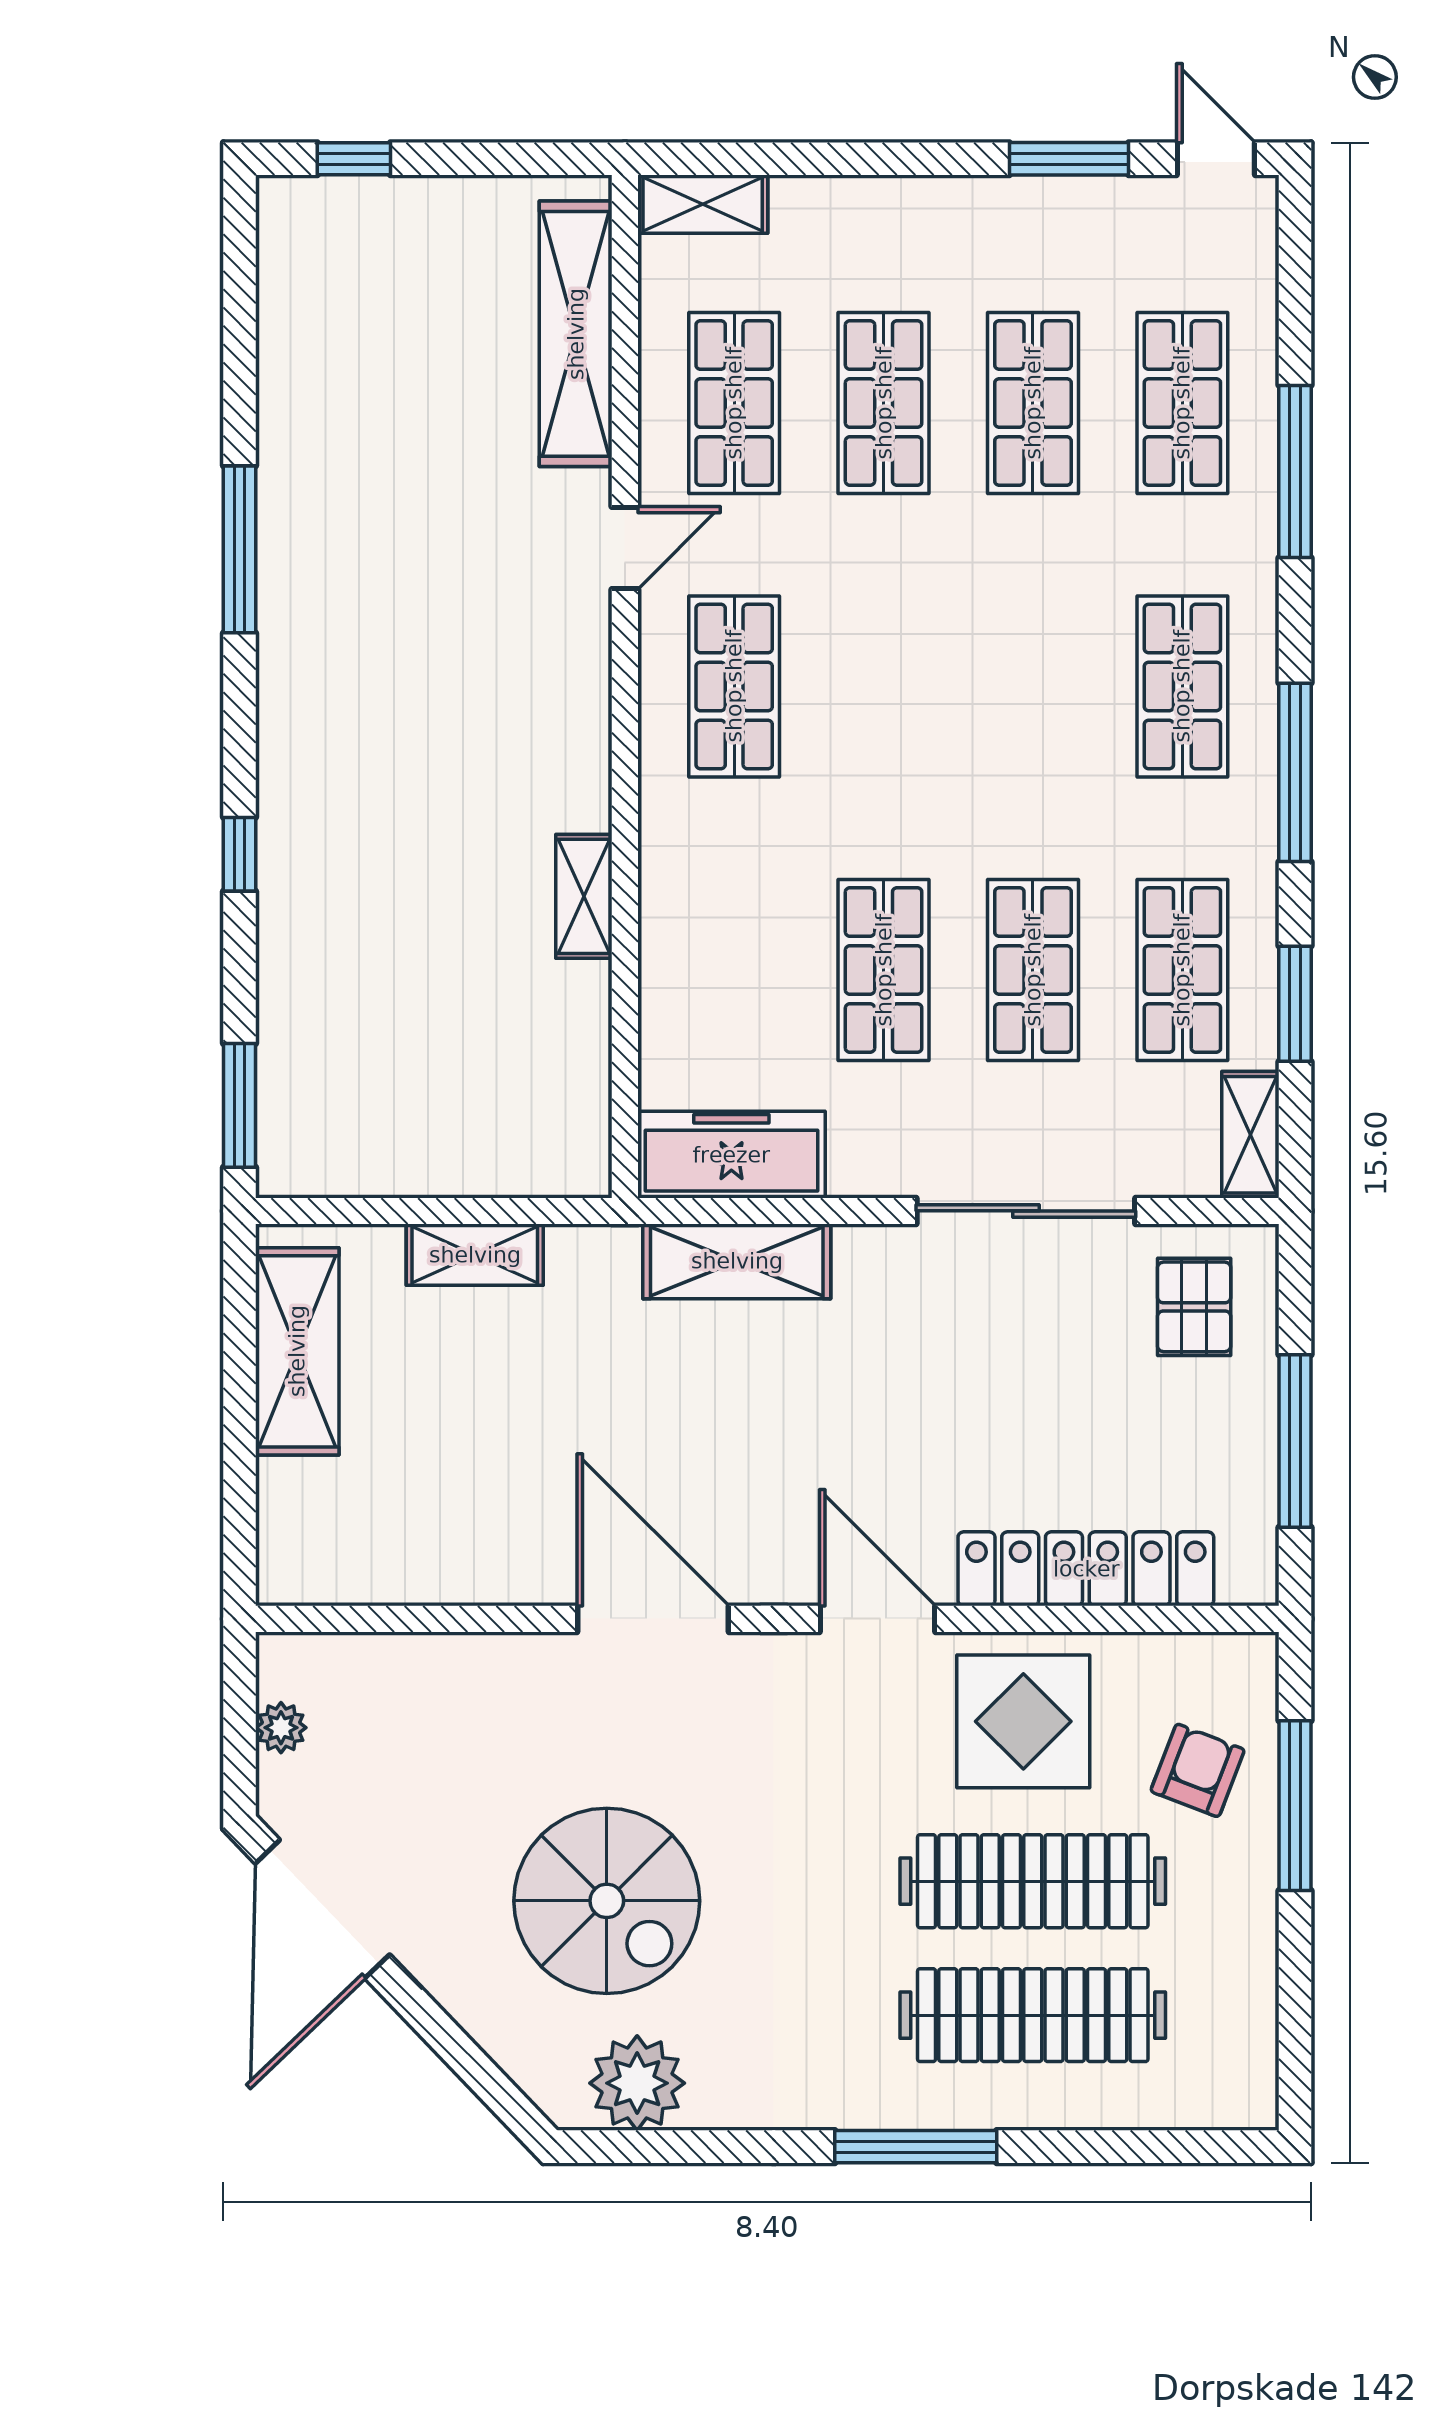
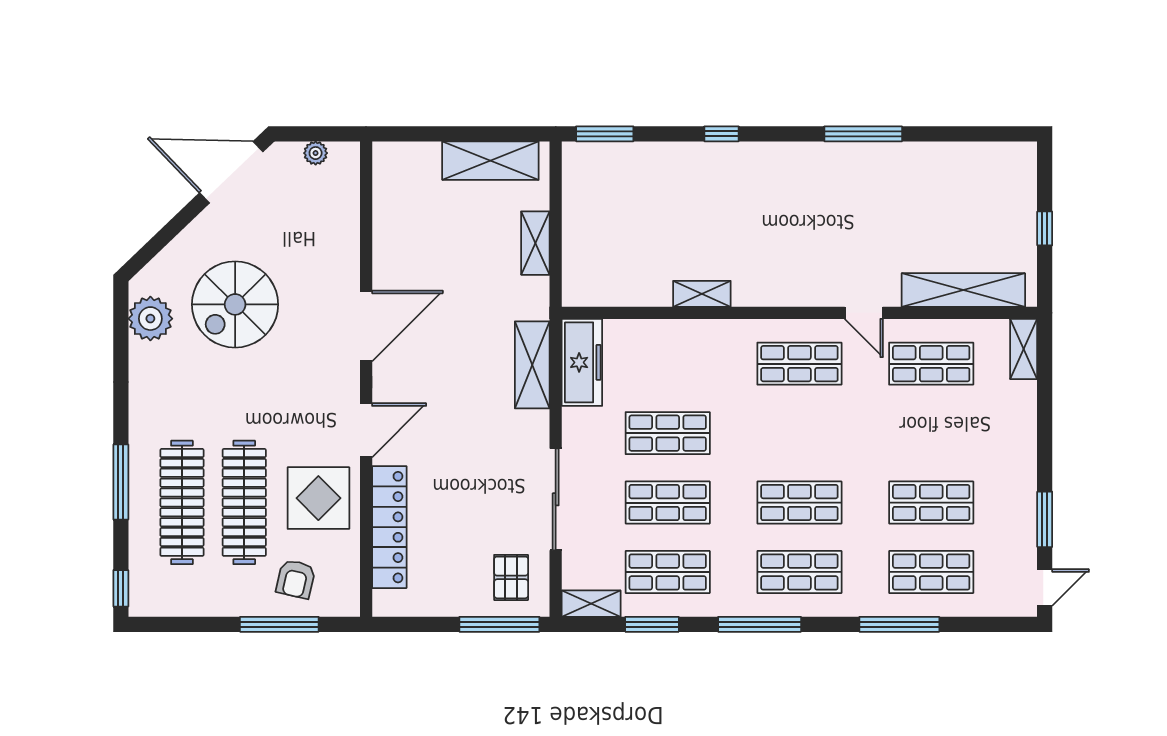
window: (354, 159) -> (1045, 228), moved
shop shelf: (884, 403) -> (799, 503), moved
pallet: (1194, 1307) -> (511, 577), turned 90
window: (1295, 1441) -> (499, 624), moved
armchair: (1198, 1770) -> (296, 579), turned 82
window: (916, 2147) -> (121, 482), moved
window: (1218, 2147) -> (121, 588), added

